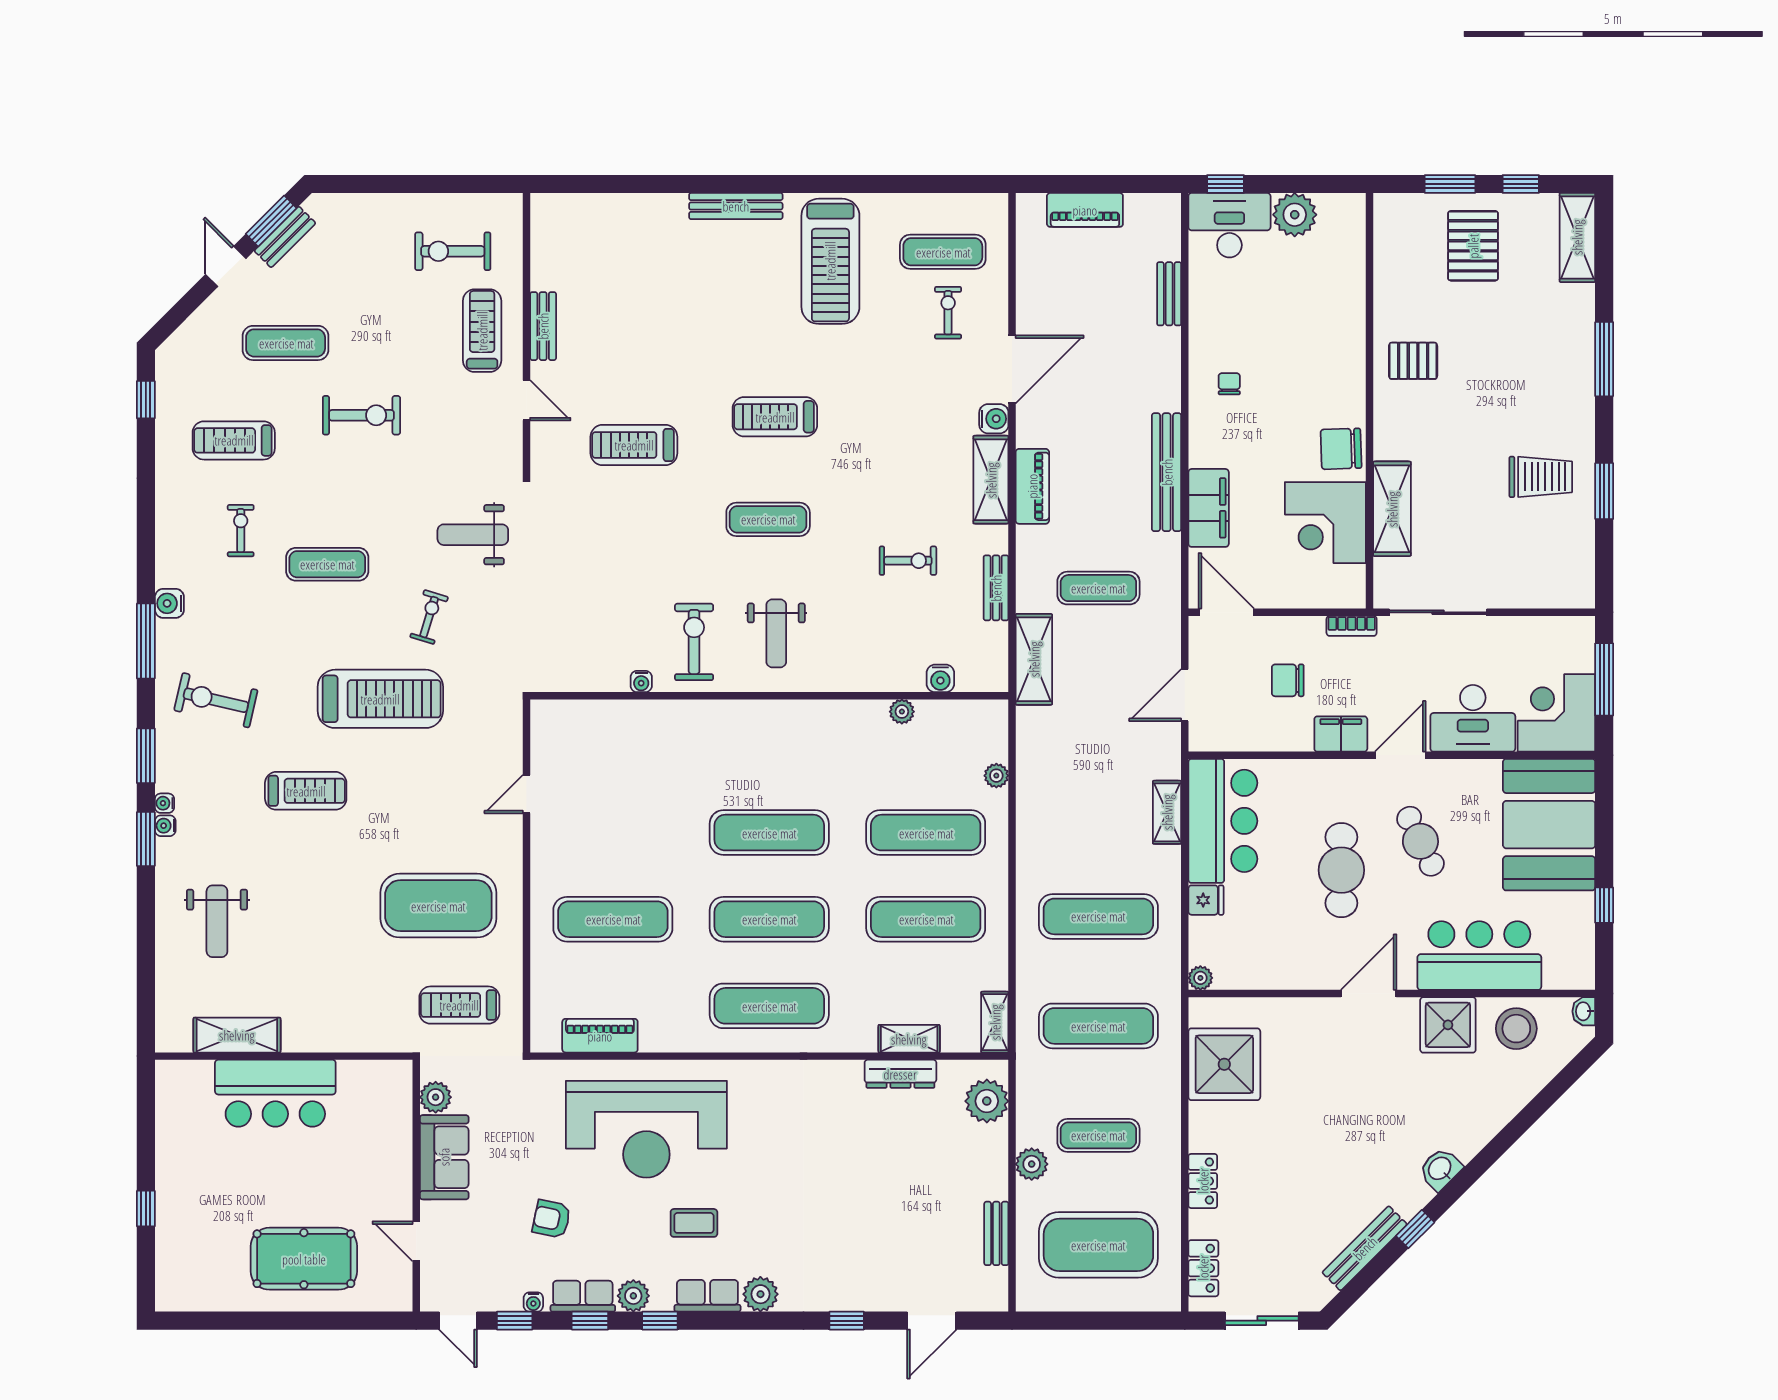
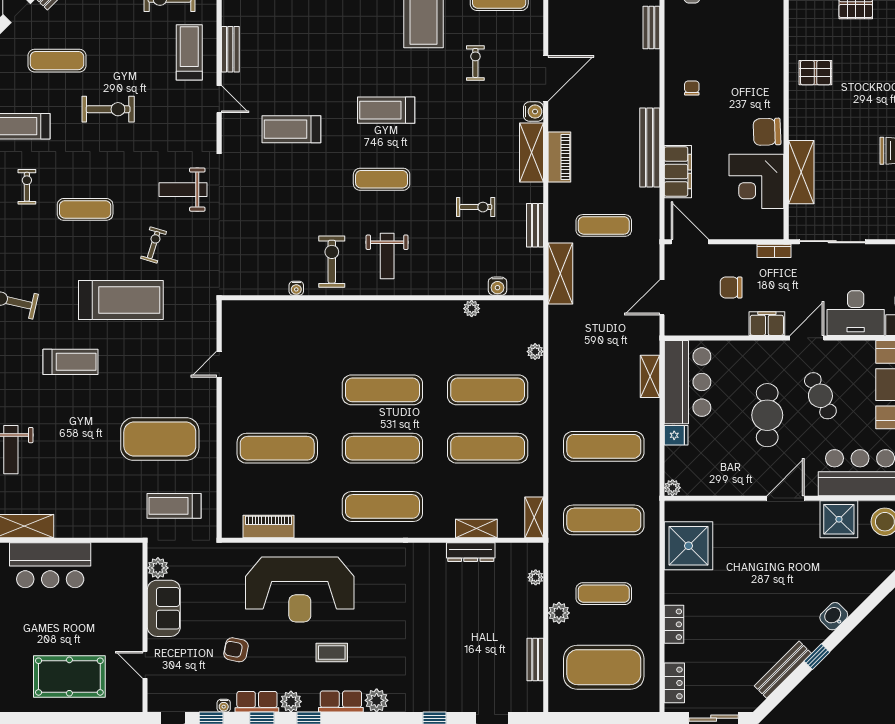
exercise bike: (948, 313) -> (475, 63), moved
plant: (987, 1101) -> (536, 577), width x0.53, depth x0.53

